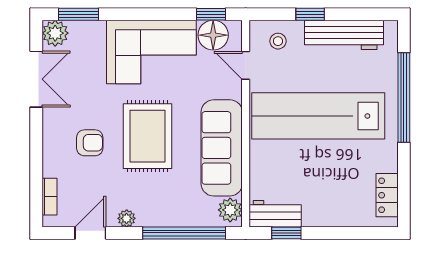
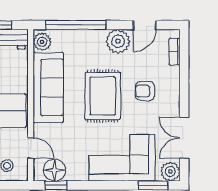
corner sofa: (151, 52) -> (122, 158), moved
plant: (127, 218) -> (118, 41), width x1.88, depth x1.88

